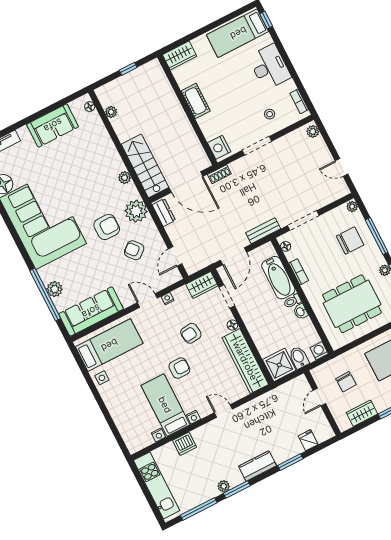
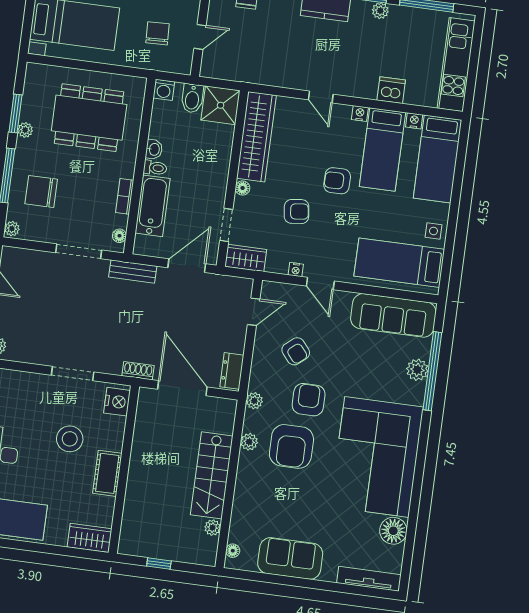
stool: (270, 114) -> (70, 439), moved, width x1.89, depth x1.89
stairs: (145, 166) -> (212, 475), moved
armchair: (98, 192) -> (291, 446), added
plant: (136, 211) -> (254, 401), width x0.53, depth x0.53
armchair: (107, 227) -> (309, 400), turned 90
bed: (129, 422) -> (438, 159), added

